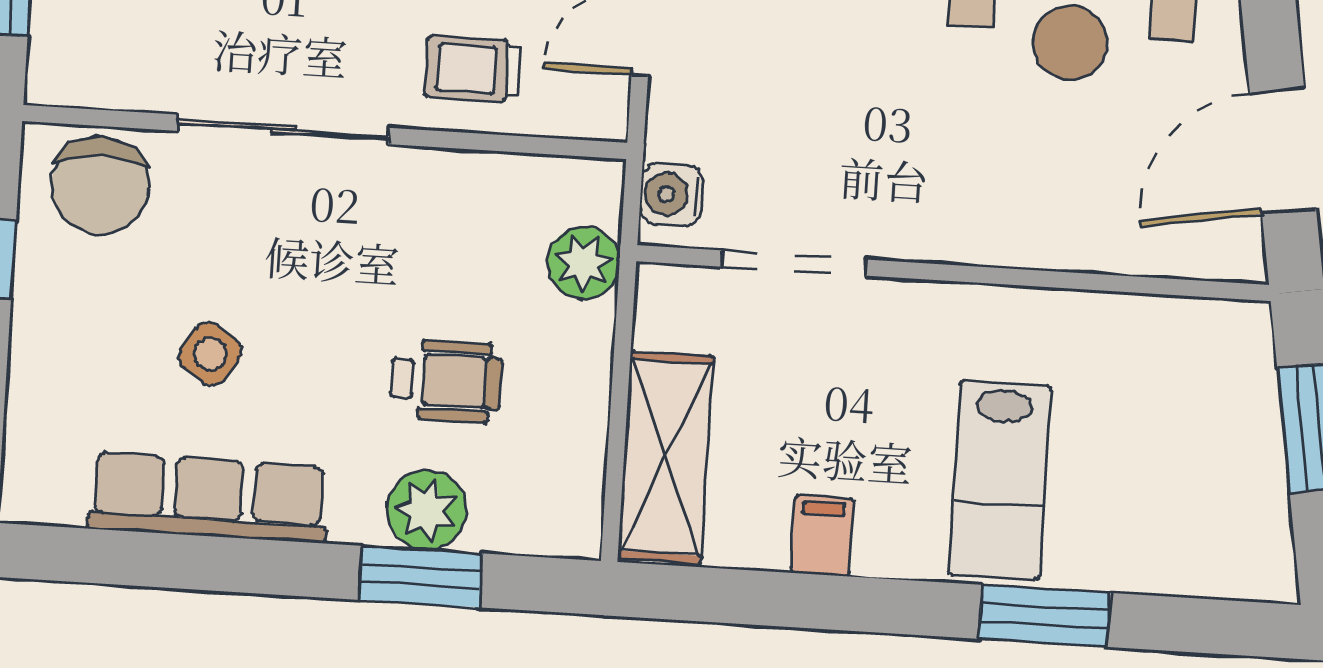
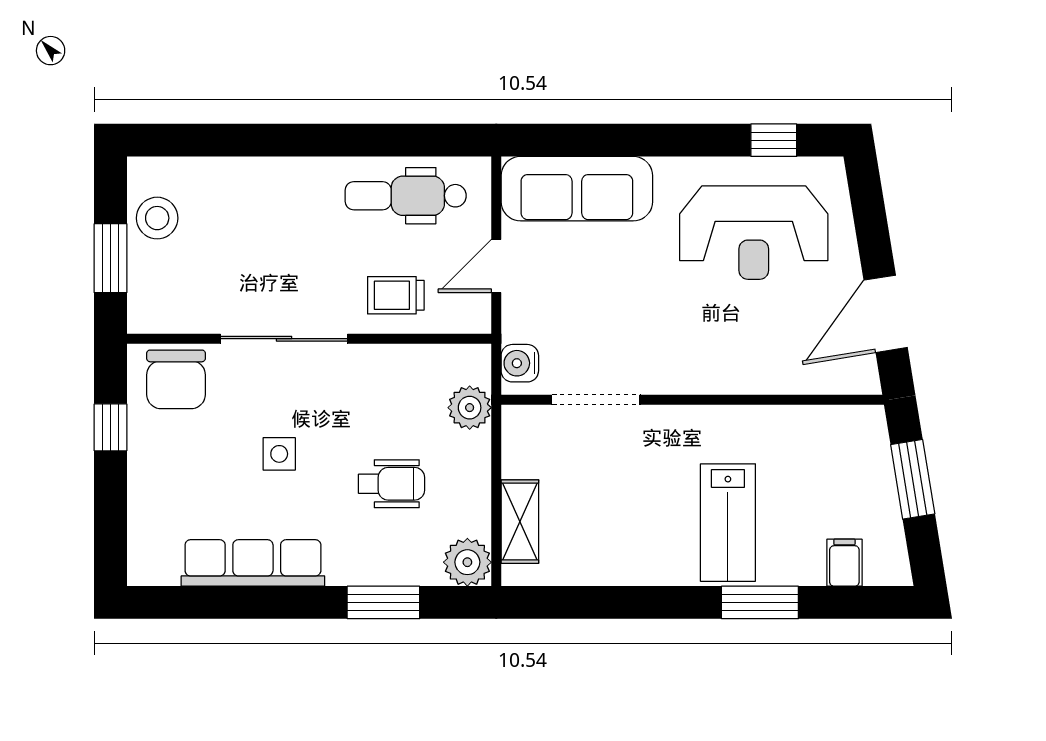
side table: (210, 354) -> (279, 454), moved, turned -34
shelving: (665, 458) -> (520, 522), width x0.67, depth x0.75
plant: (427, 510) -> (467, 562), moved
filing cabinet: (822, 536) -> (844, 563), moved

